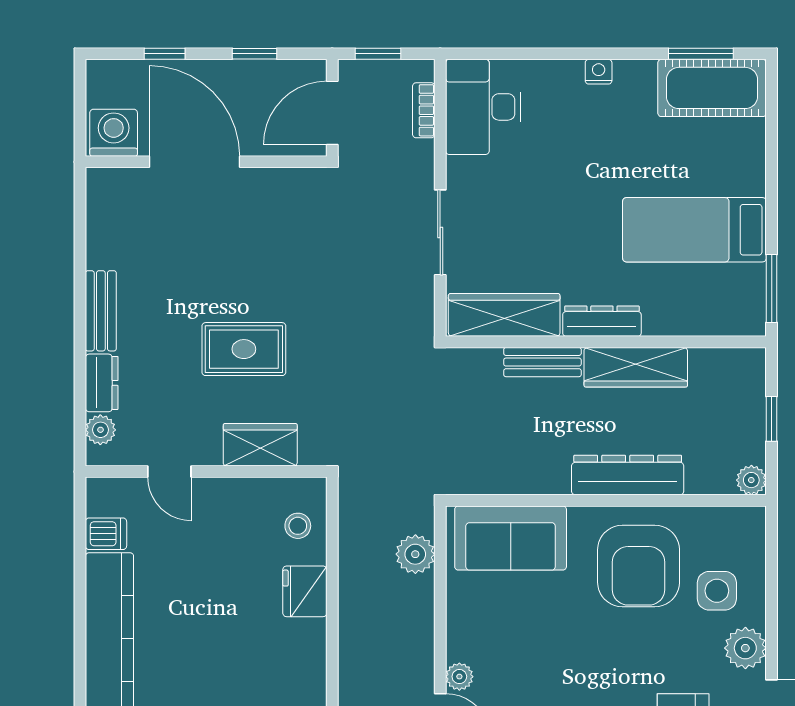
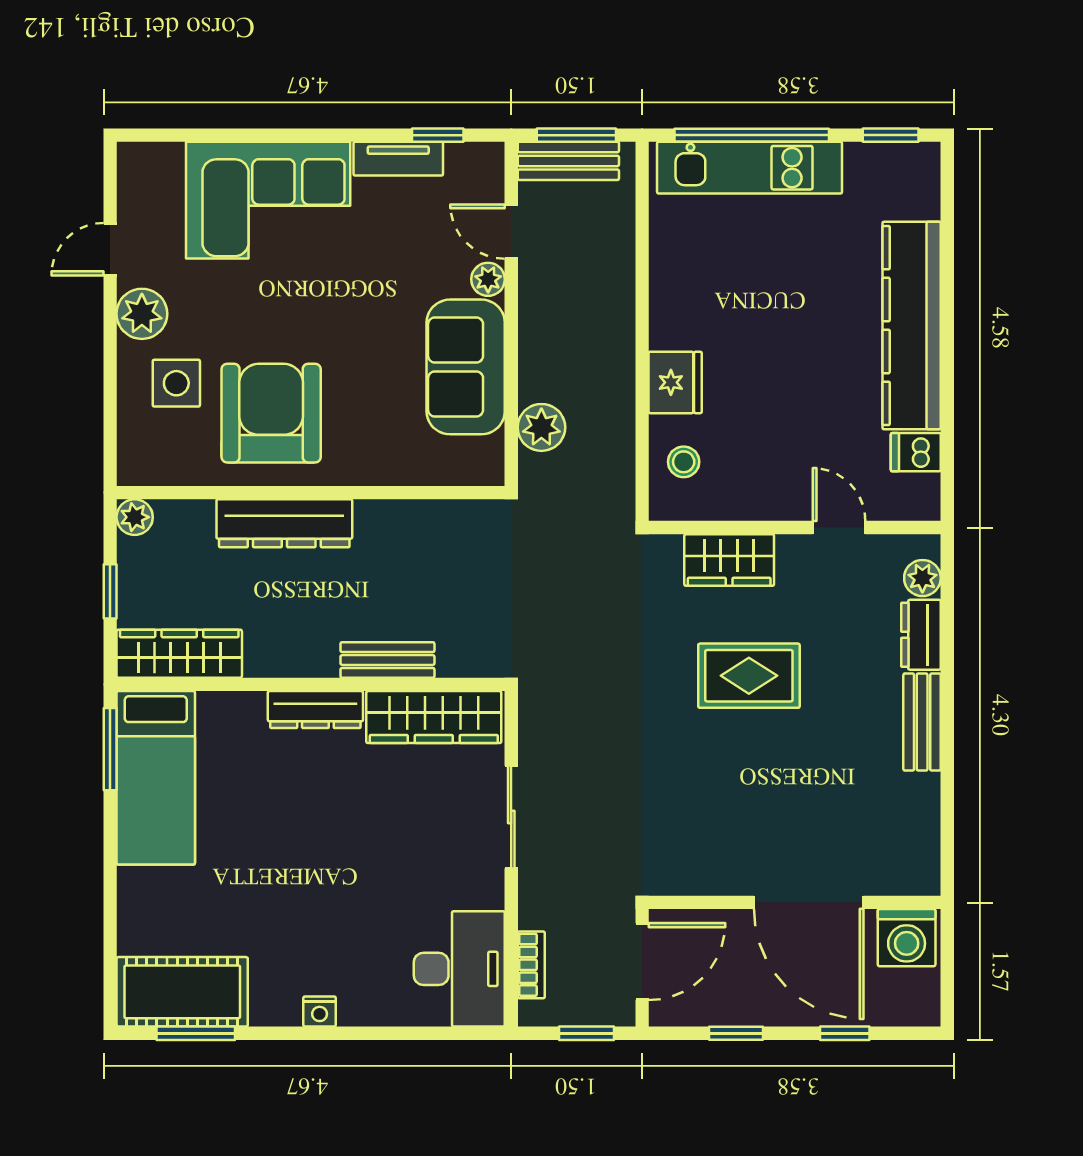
bed: (694, 230) -> (156, 778), moved, turned 90
wardrobe: (636, 367) -> (179, 654), moved
sofa: (511, 538) -> (466, 367), moved, turned -90

